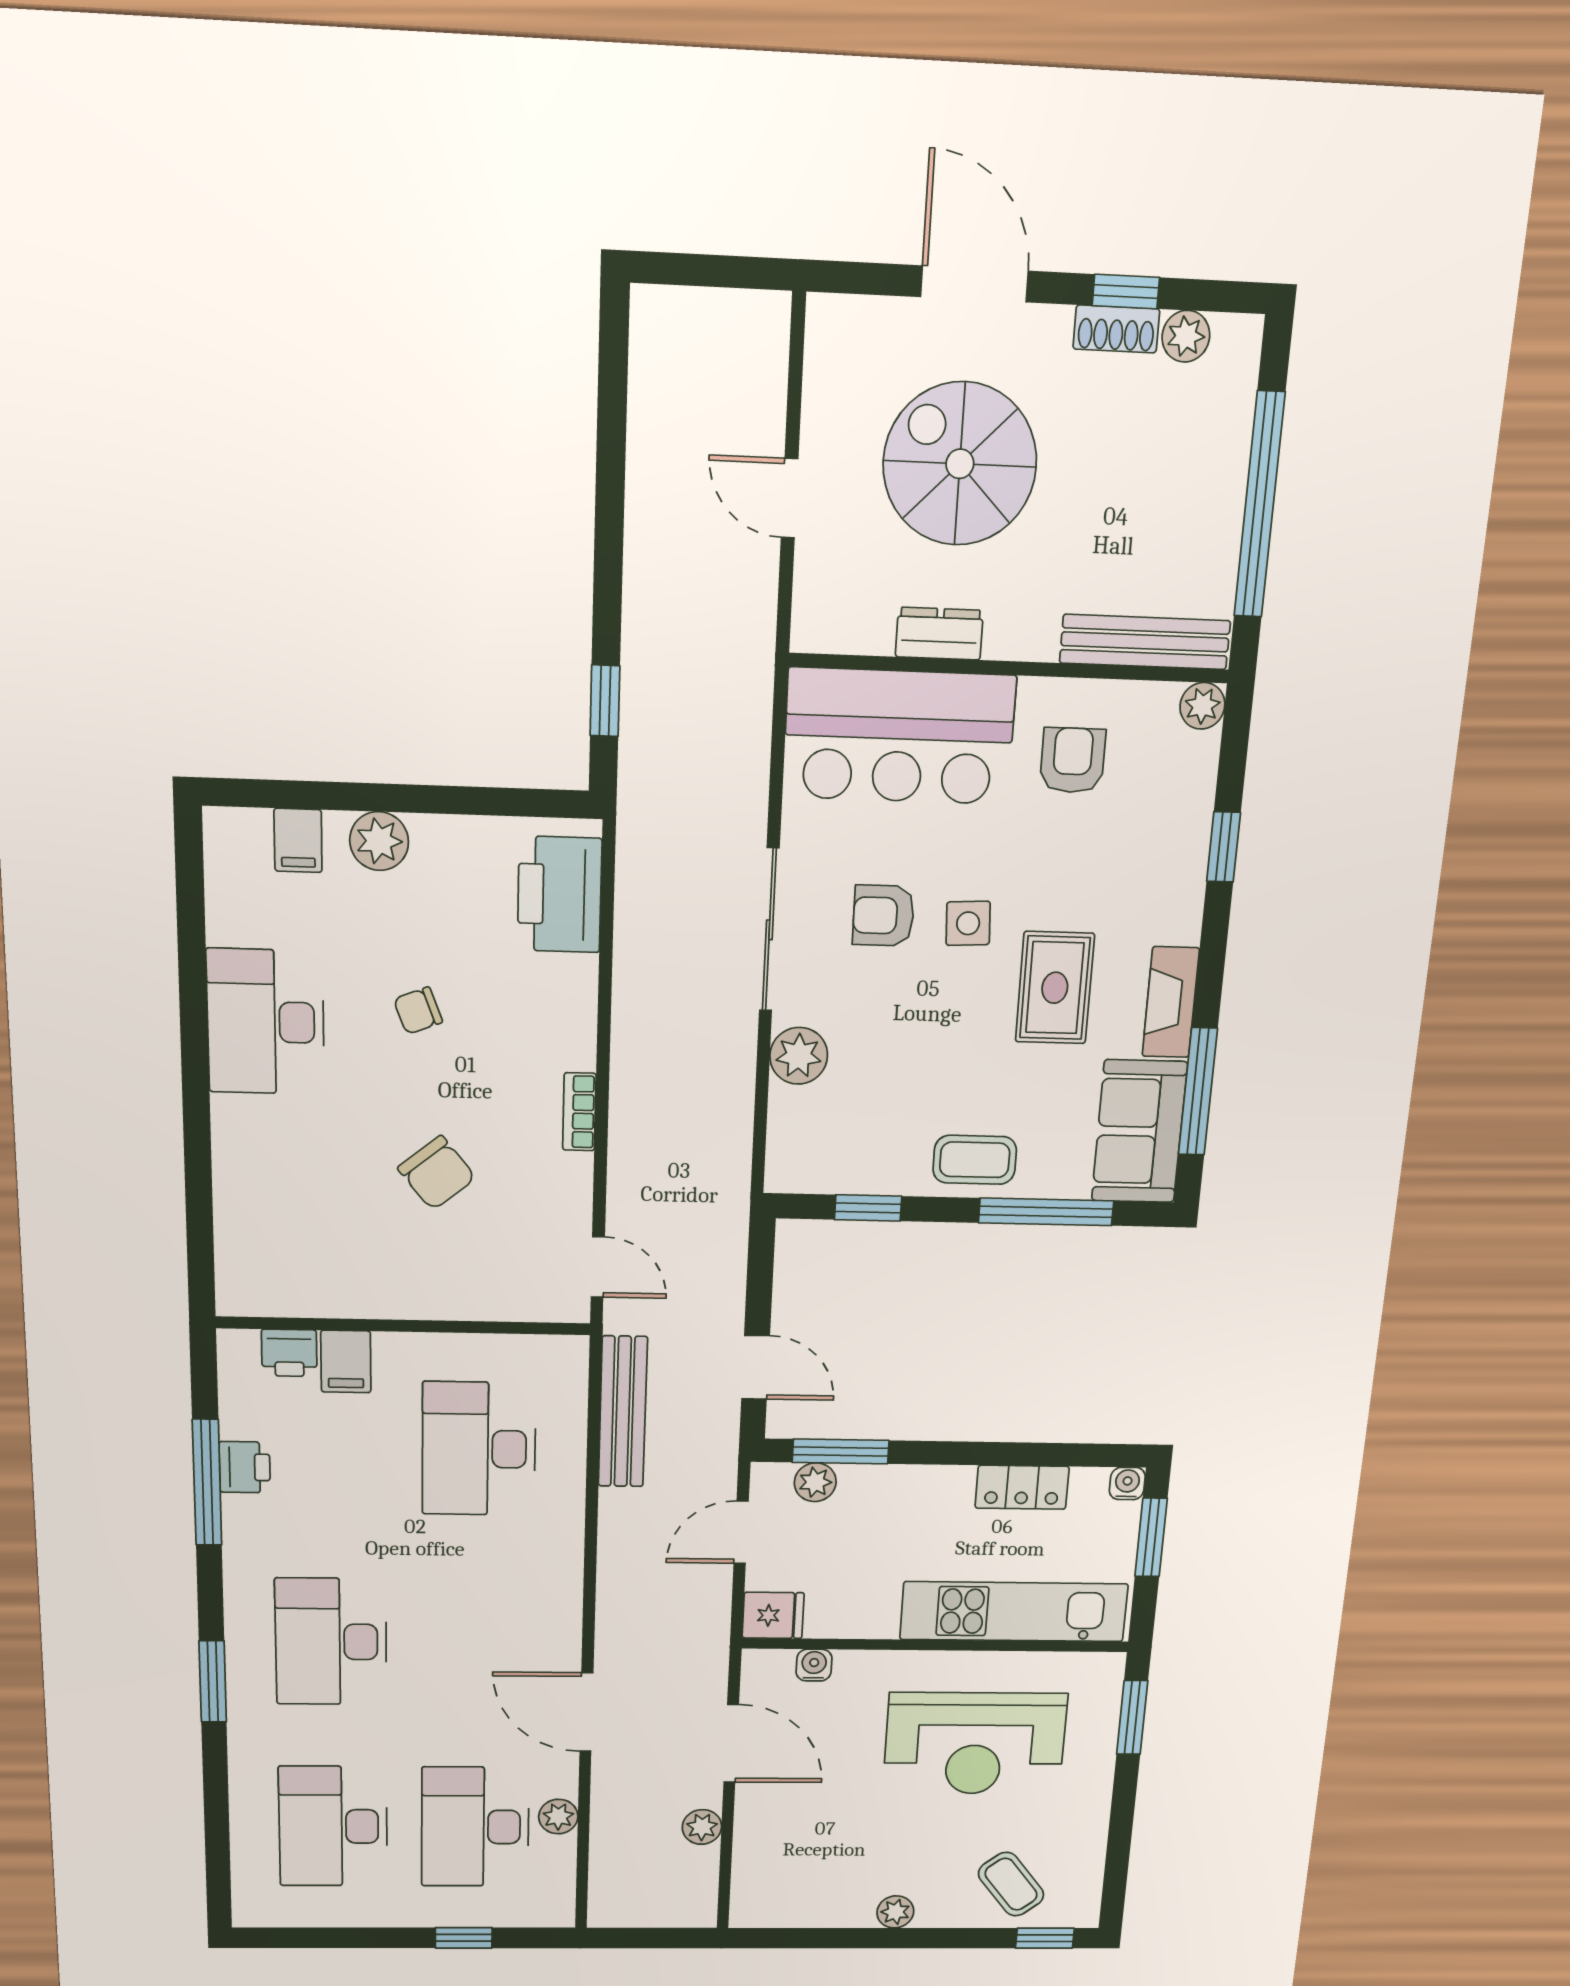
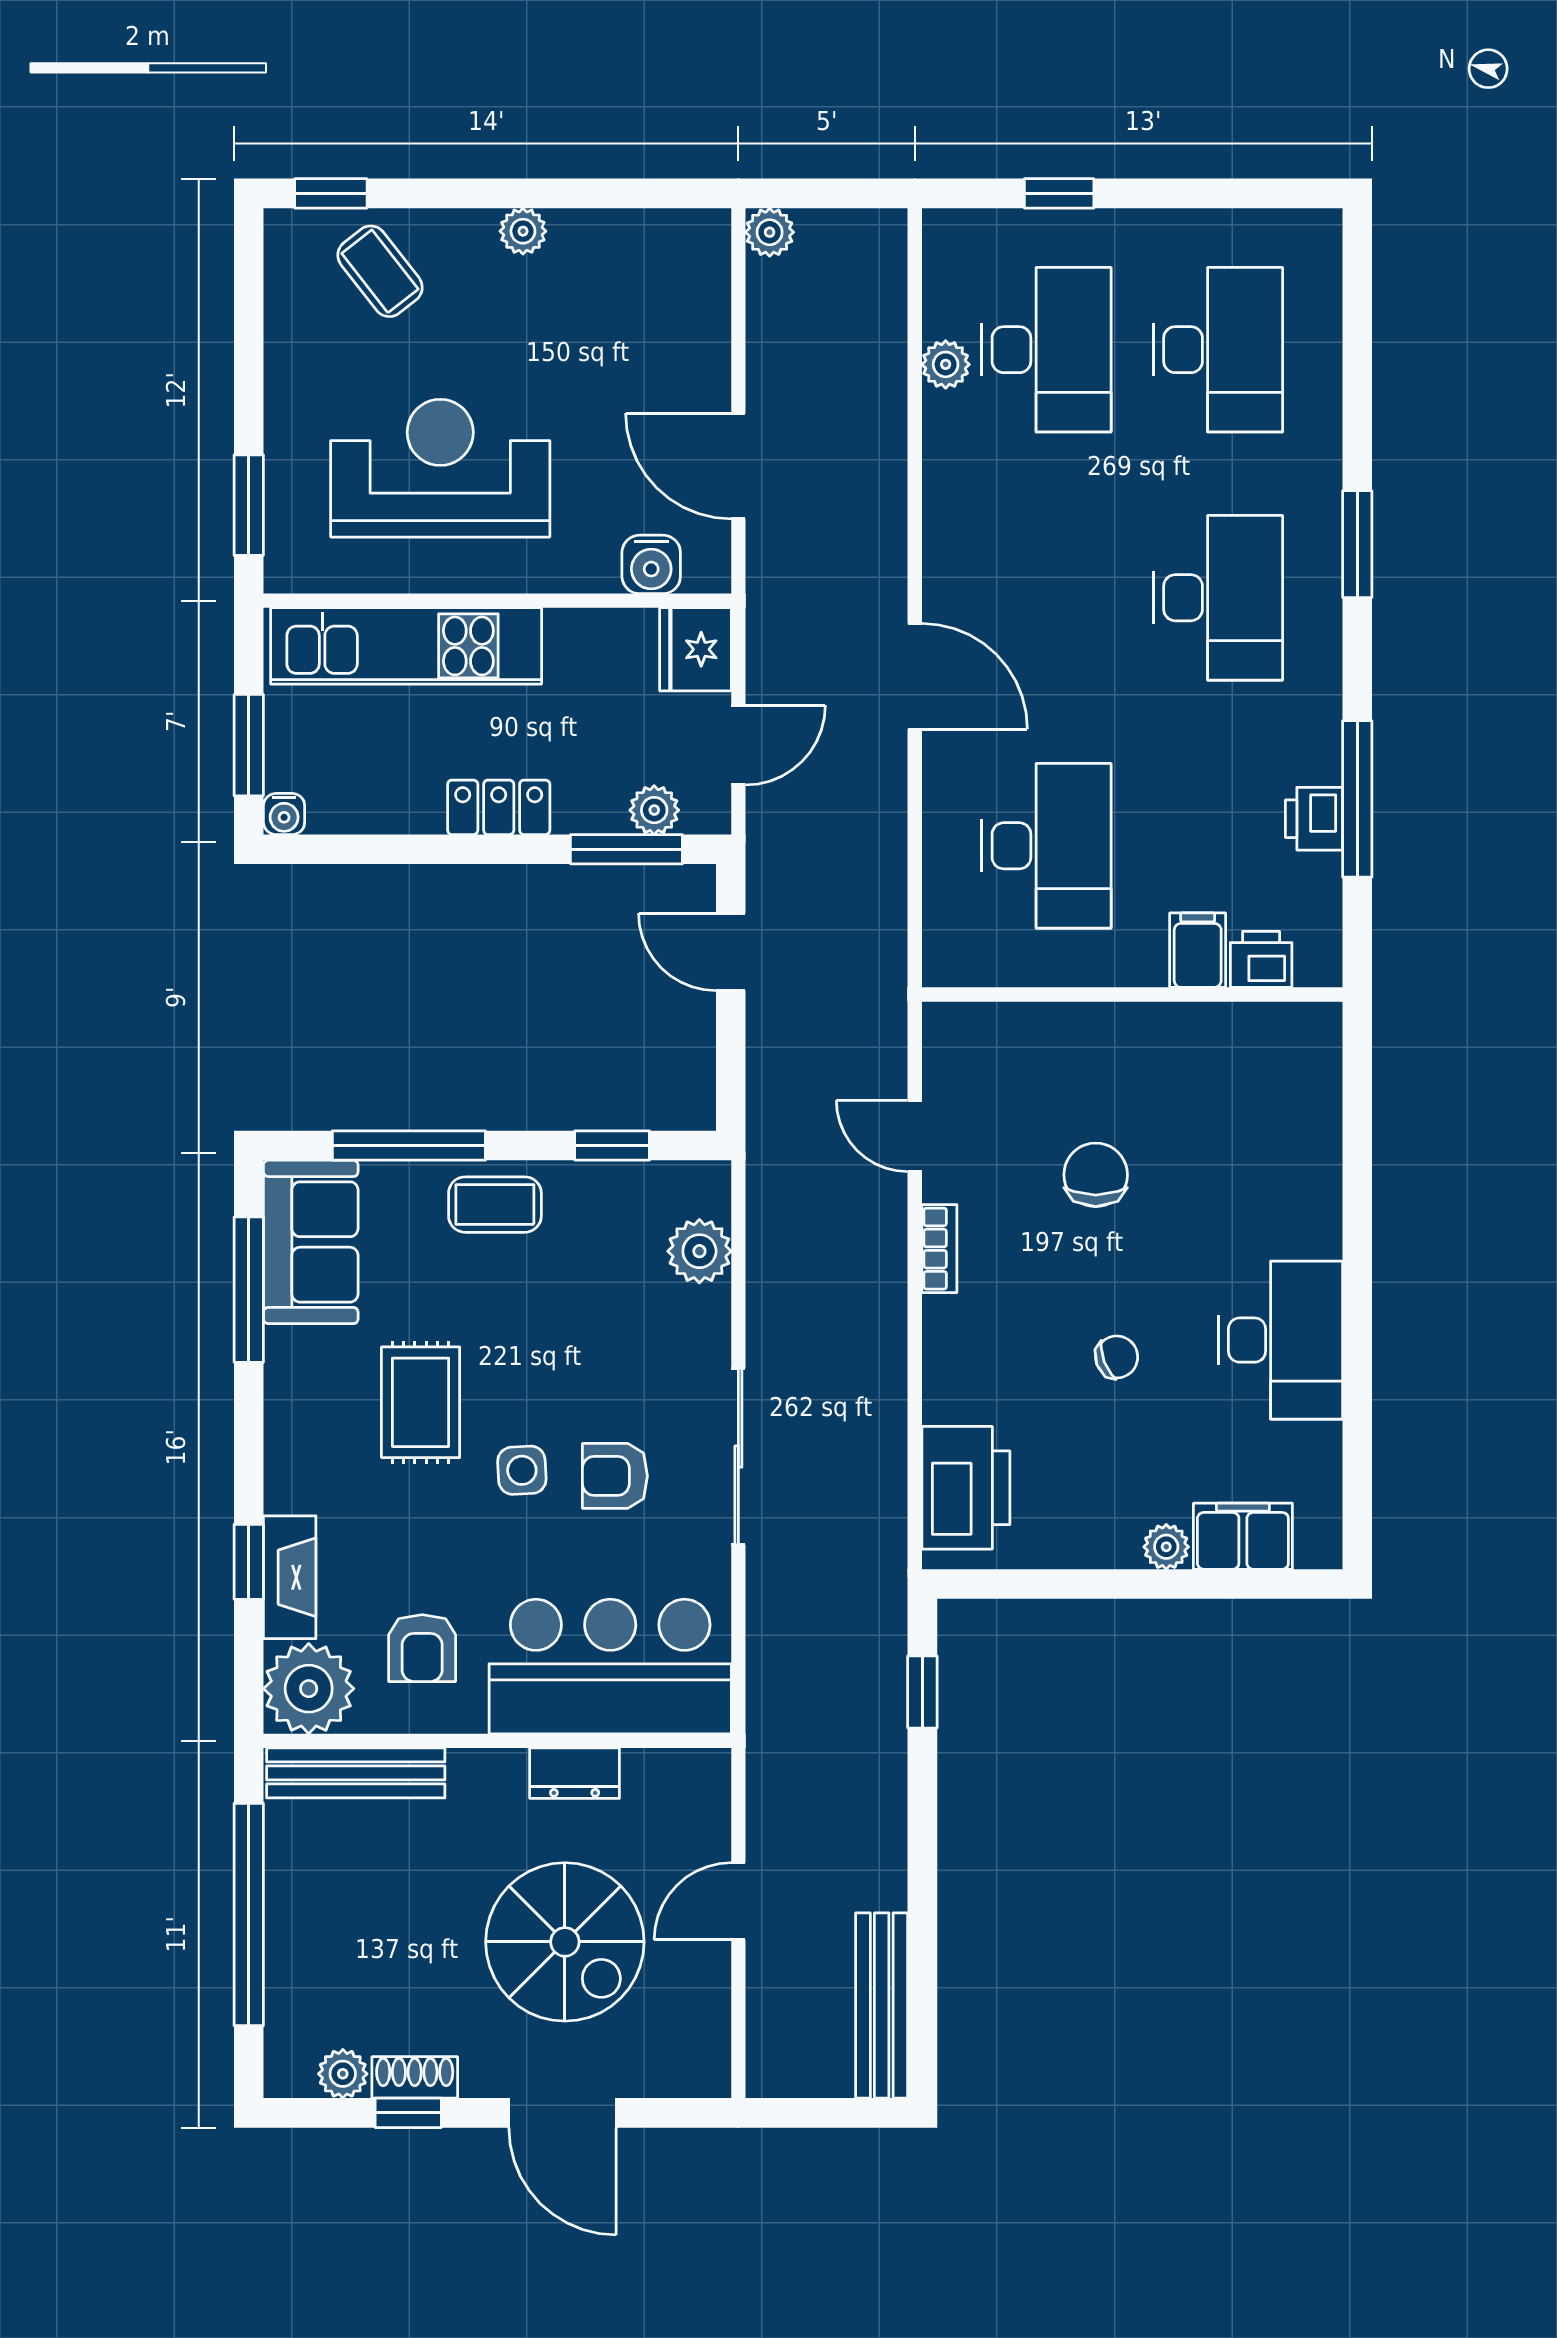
door: (790, 498) -> (738, 1901), swing flipped
plant: (1202, 706) -> (309, 1689), width x1.88, depth x1.88
filing cabinet: (298, 840) -> (1243, 1536), width x2.00
plant: (379, 841) -> (1166, 1547), width x0.73, depth x0.73
armchair: (884, 916) -> (615, 1476), turned 180
fireplace: (1171, 1002) -> (290, 1577), moved
plant: (799, 1056) -> (699, 1251), moved
chair: (437, 1173) -> (1096, 1175), turned 39
door: (598, 1267) -> (915, 1136), moved
bench: (623, 1412) -> (882, 2006), moved
locker: (1022, 1487) -> (499, 807), moved
fridge: (773, 1615) -> (696, 649), width x1.38
water cooler: (814, 1665) -> (651, 564), width x1.38, depth x1.38
door: (586, 1712) -> (915, 676), moved
plant: (702, 1827) -> (770, 232), moved

